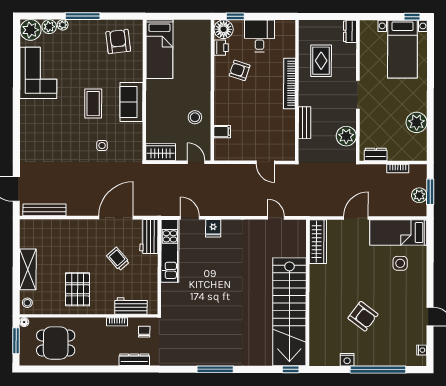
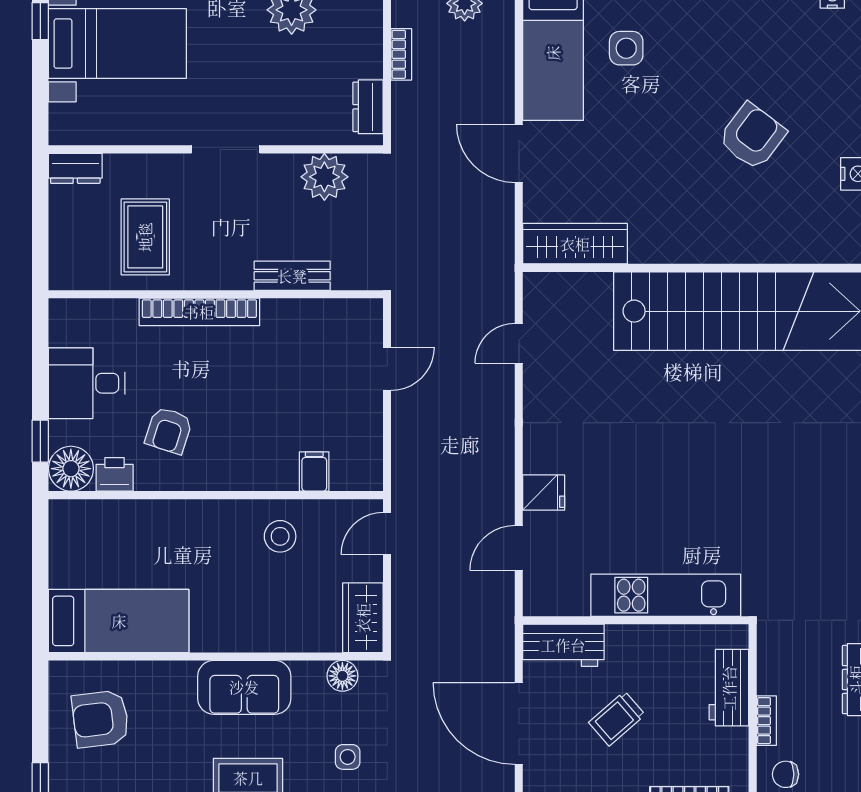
rug: (321, 61) -> (145, 237), turned 90
floor lamp: (136, 143) -> (342, 676), added
kitchen unit: (170, 251) -> (666, 595), moved
chair: (144, 332) -> (785, 774), moved

